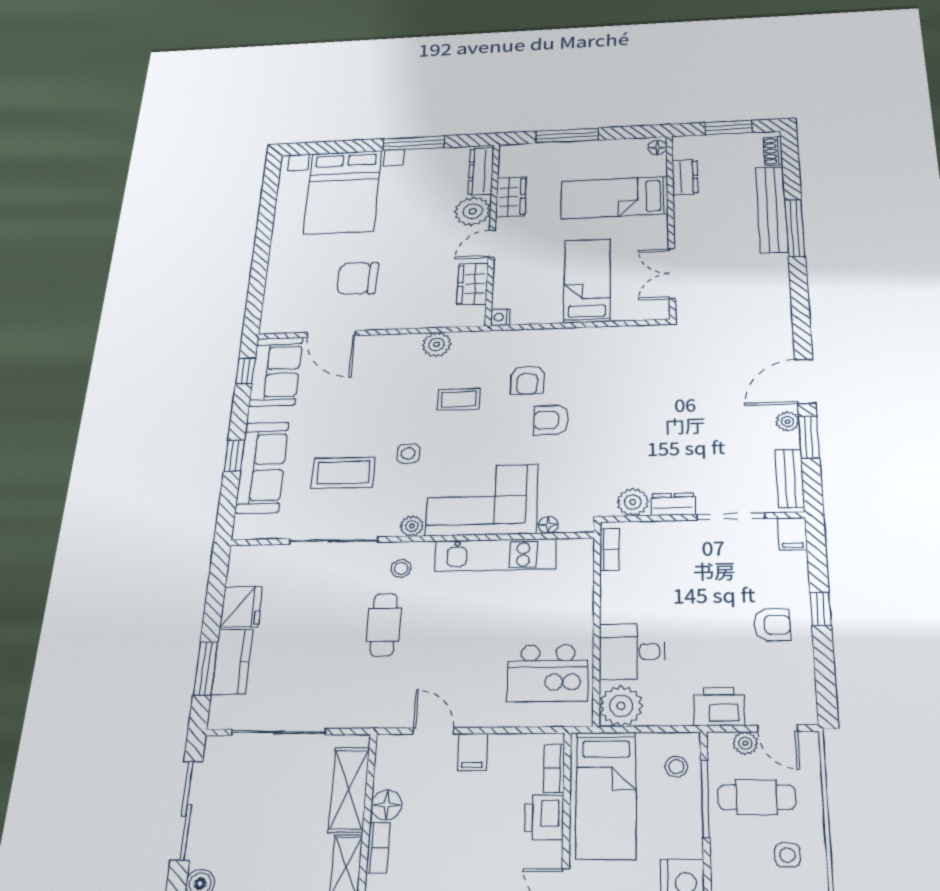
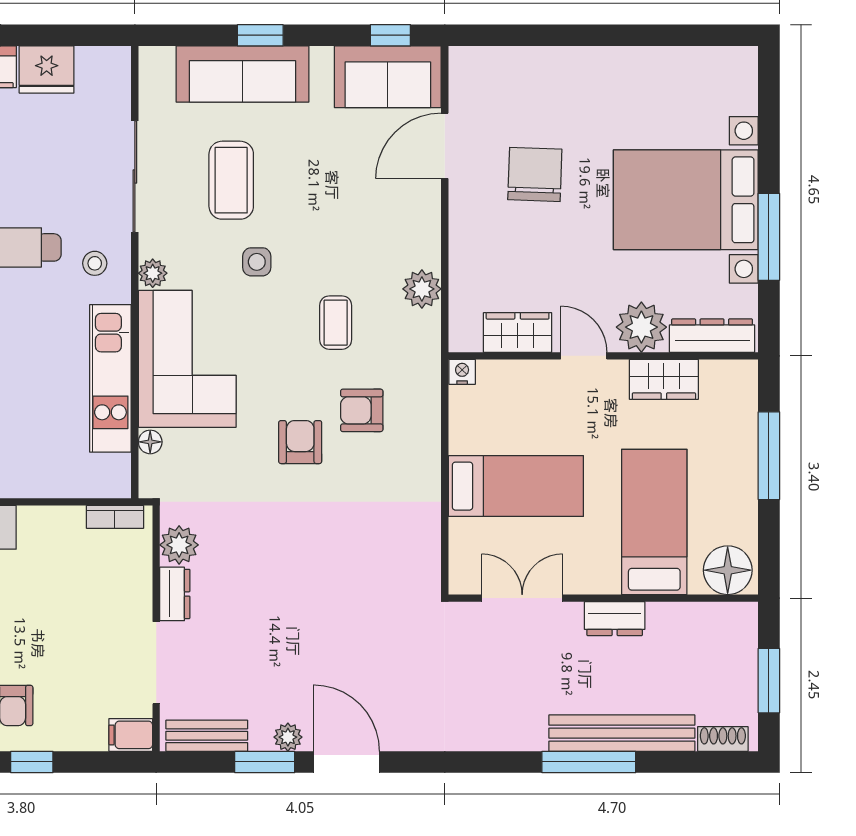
floor lamp: (657, 148) -> (728, 570), width x1.89, depth x1.89
dresser: (685, 177) -> (615, 619), moved
bed with nightstands: (343, 192) -> (686, 200), moved

